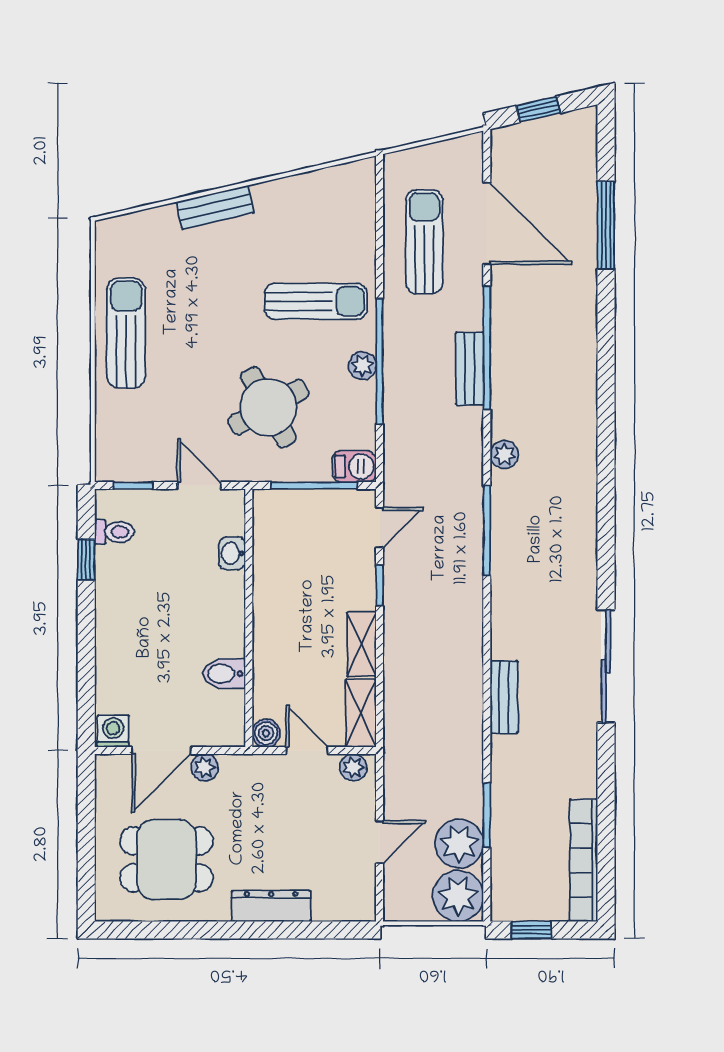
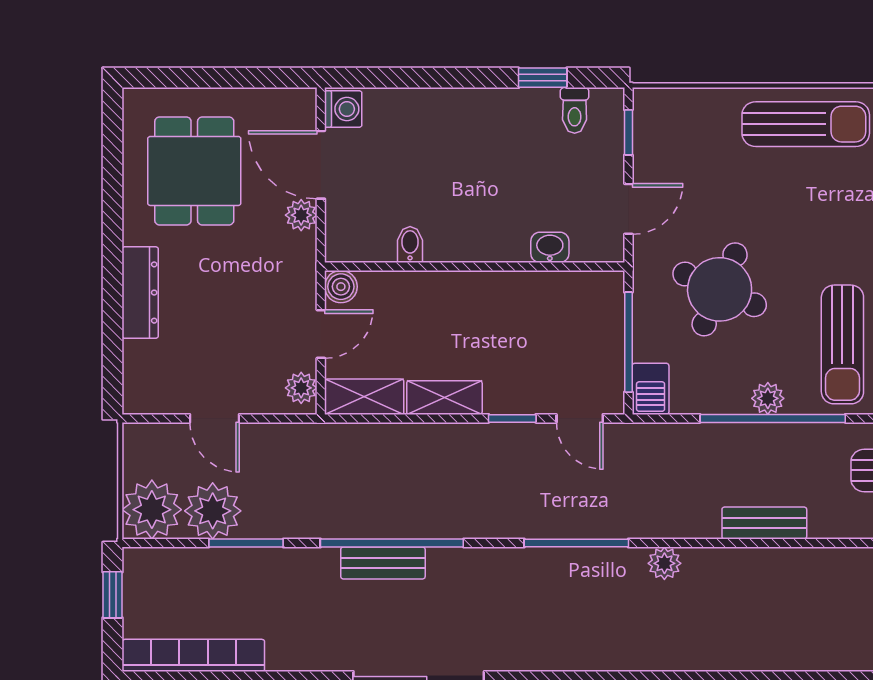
window: (487, 348) -> (392, 543), moved
round table: (268, 407) -> (720, 289), turned -37
bidet: (224, 674) -> (410, 244), width x0.72, depth x0.74

